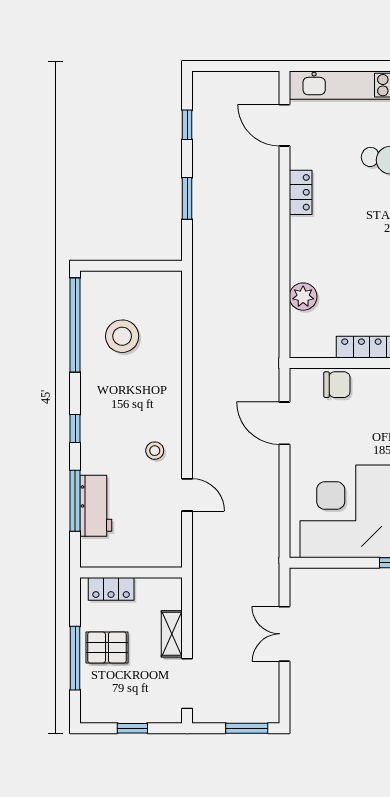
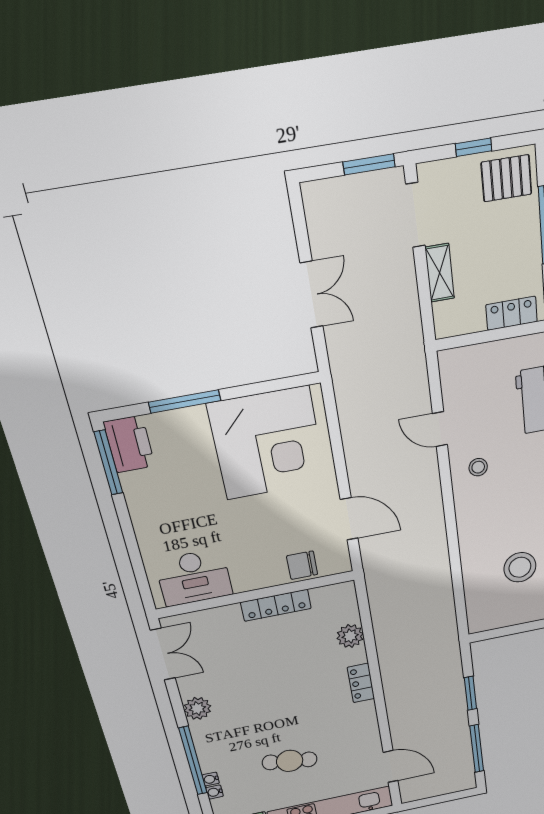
window: (187, 125) -> (477, 749), width x2.17
locker: (301, 192) -> (361, 683), moved
pallet: (107, 648) -> (506, 178), moved
window: (247, 728) -> (369, 164), moved

